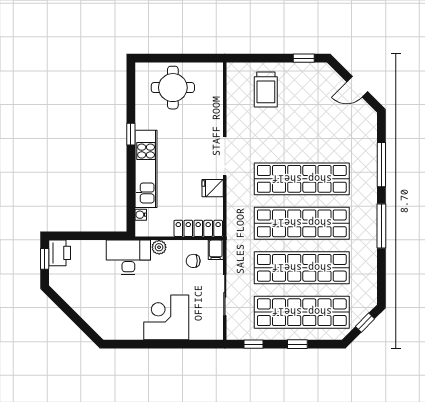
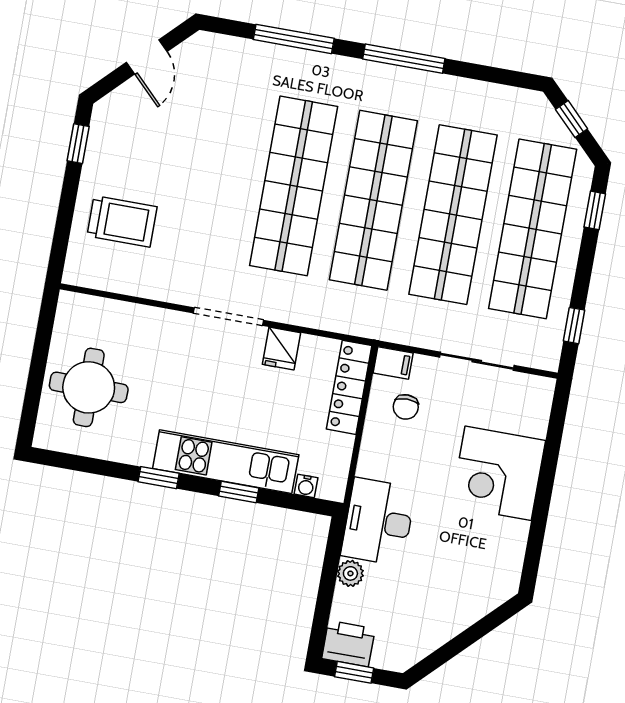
window: (131, 179) -> (239, 492), added
plant: (159, 247) -> (350, 573), moved
window: (297, 344) -> (595, 210), moved

